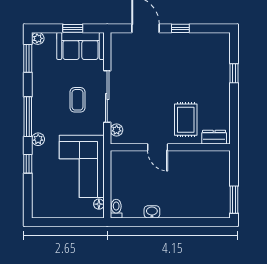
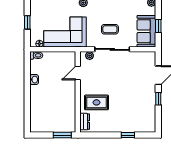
door: (158, 147) -> (78, 73), moved
window: (234, 200) -> (62, 135), moved
window: (67, 222) -> (27, 22), added

